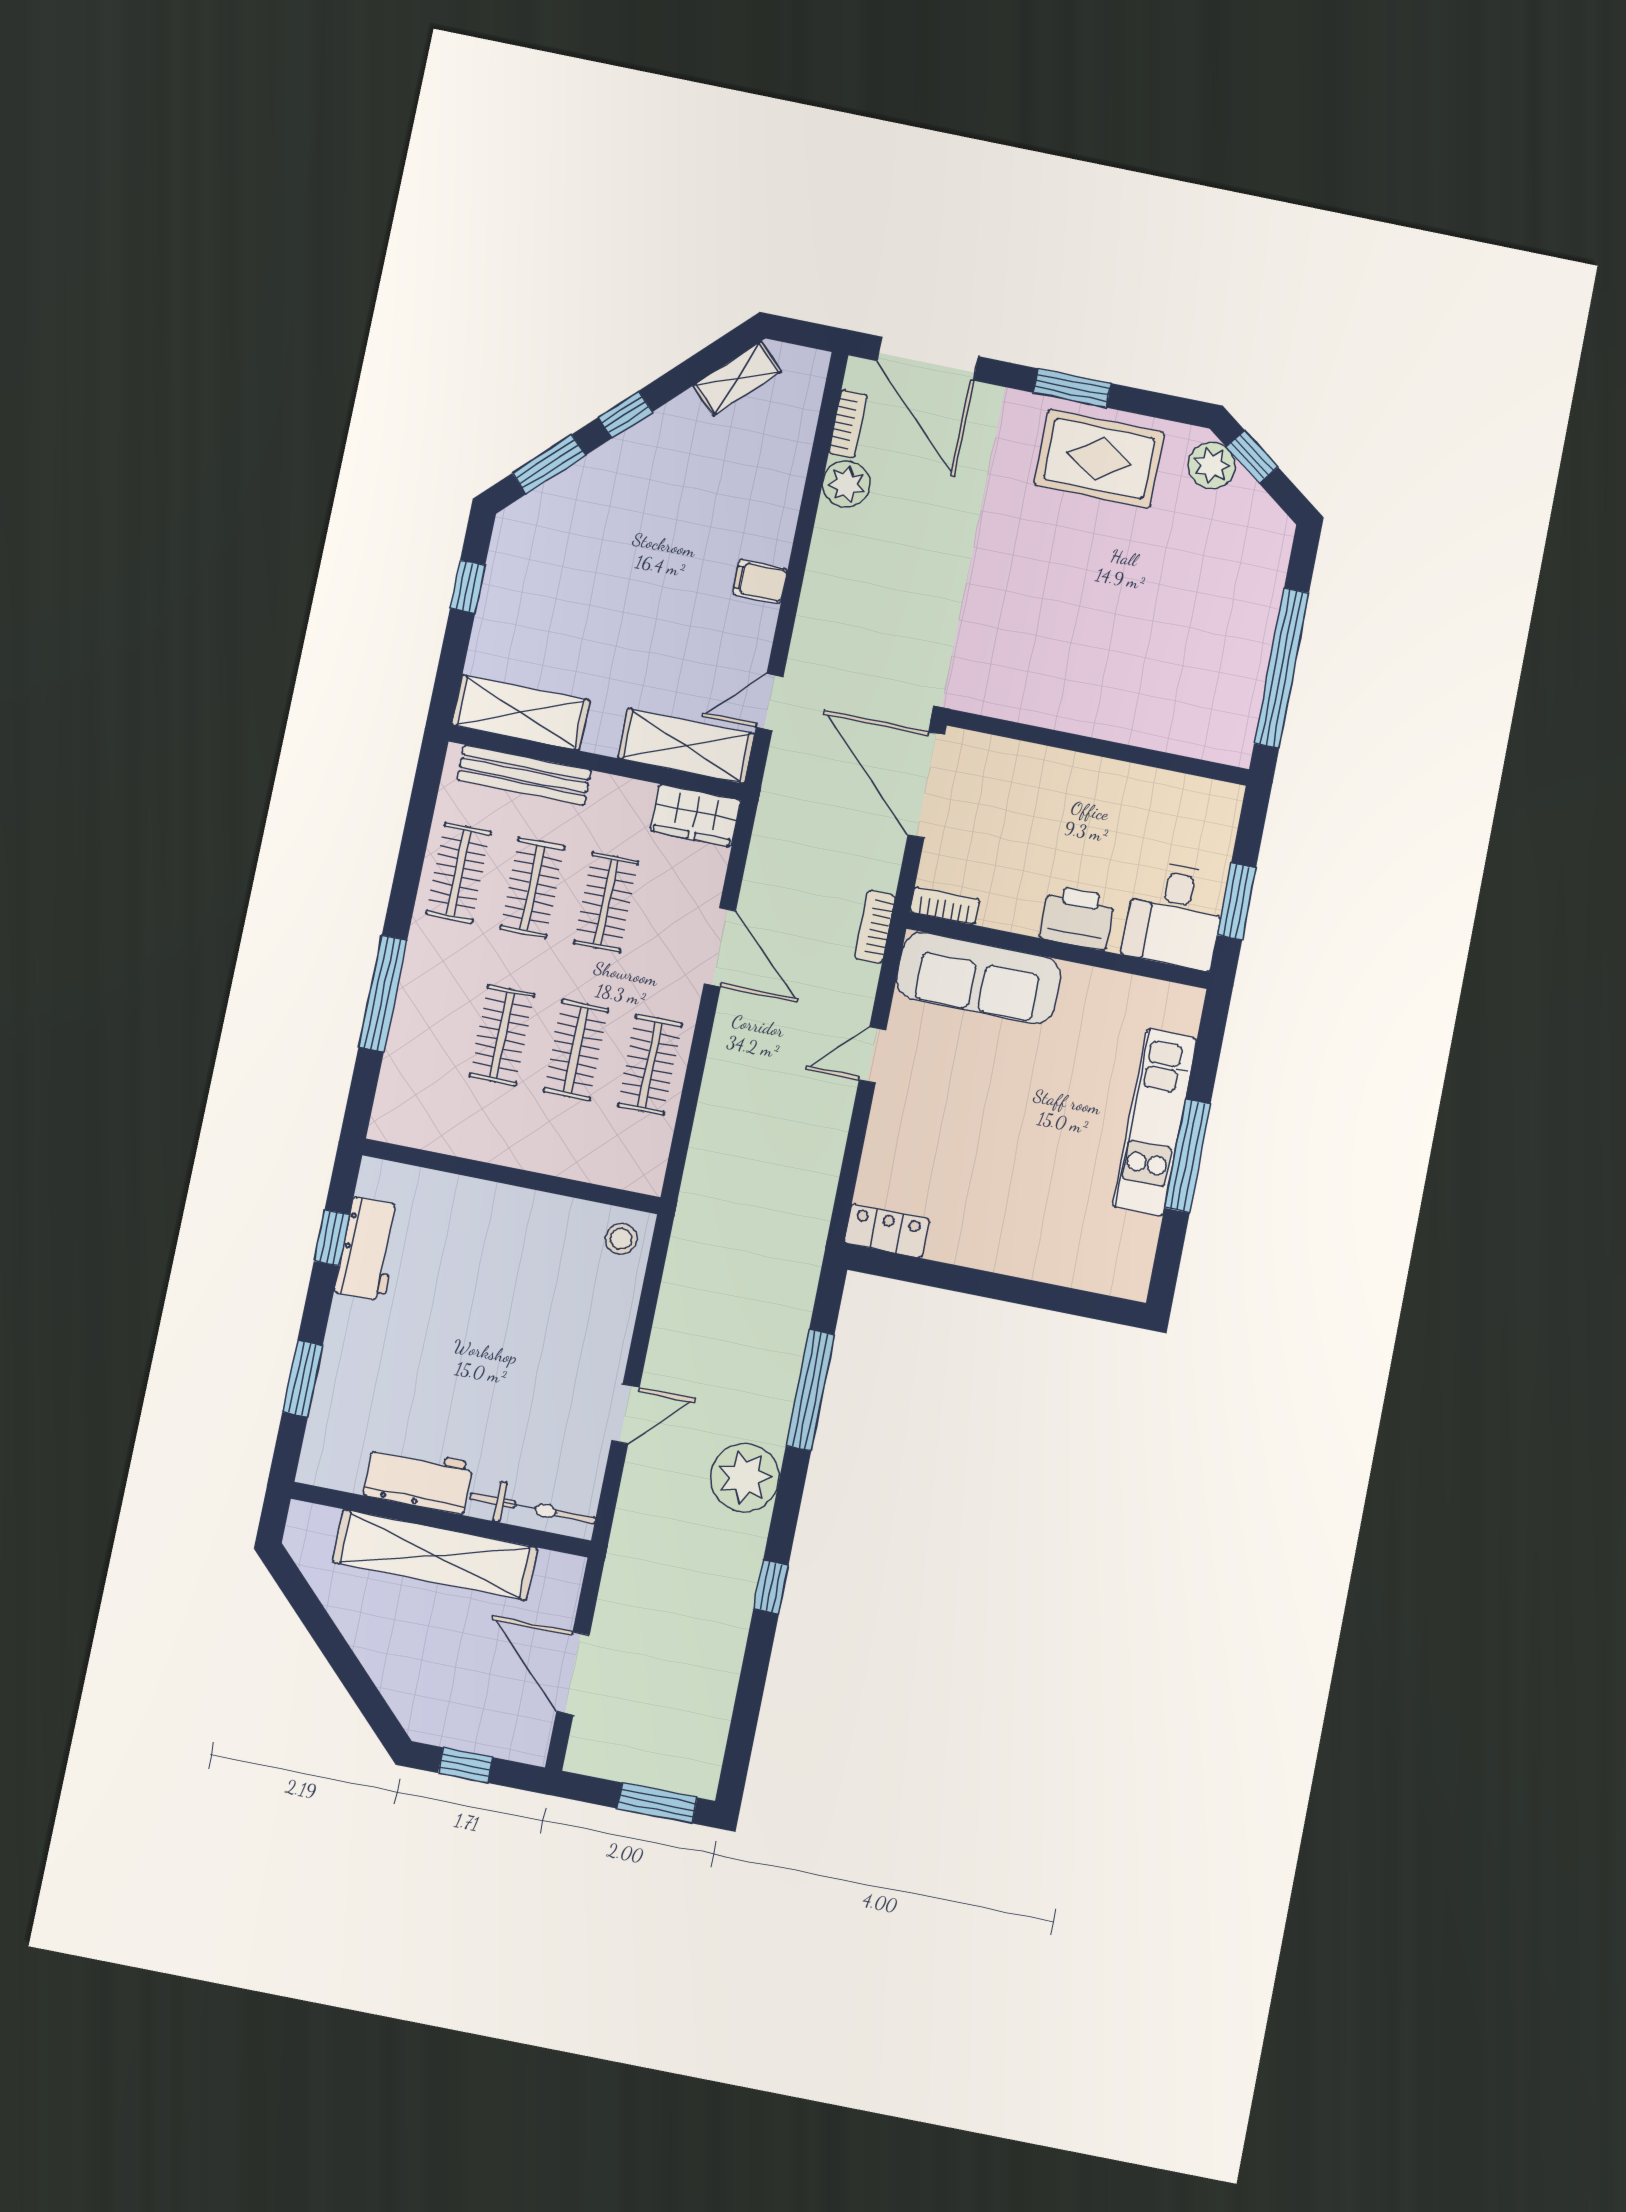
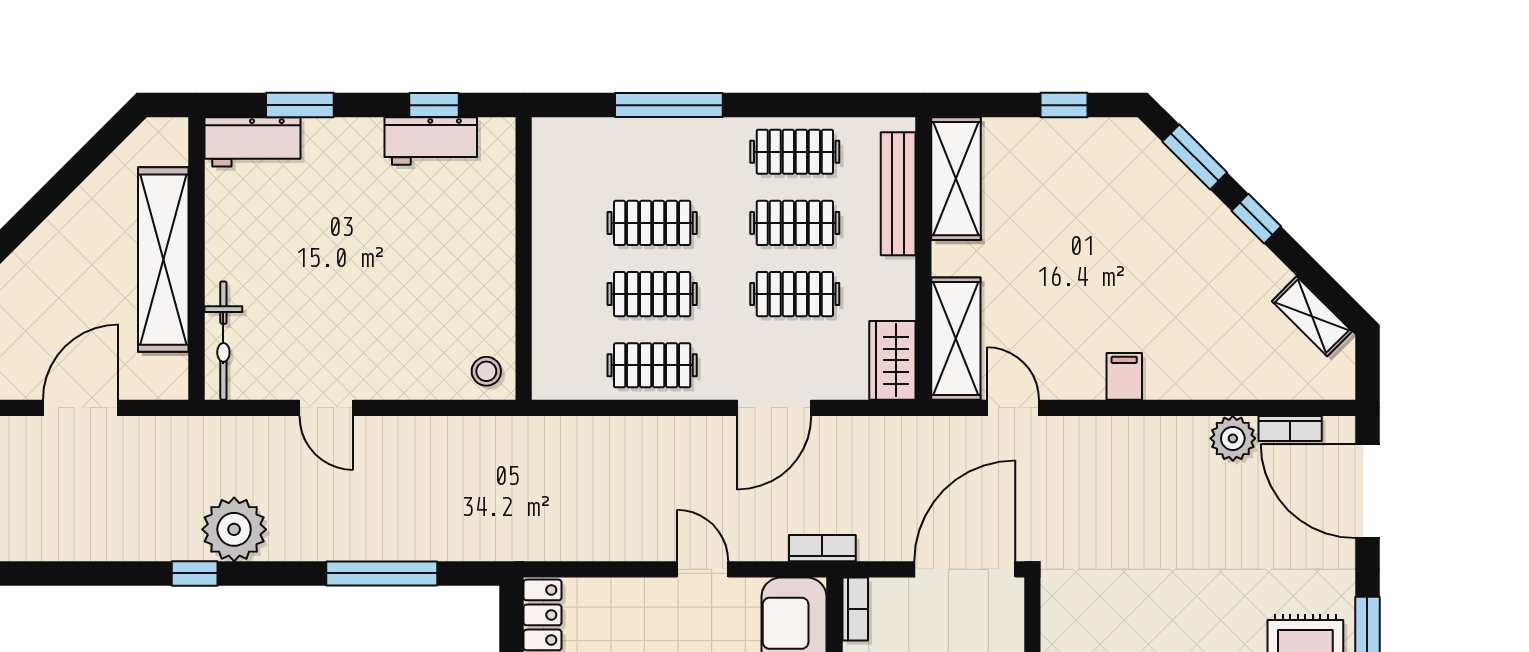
door: (928, 359) -> (1367, 491), hinge flipped
plant: (745, 1478) -> (234, 529), moved
workbench: (418, 1479) -> (253, 142), moved, turned 90

